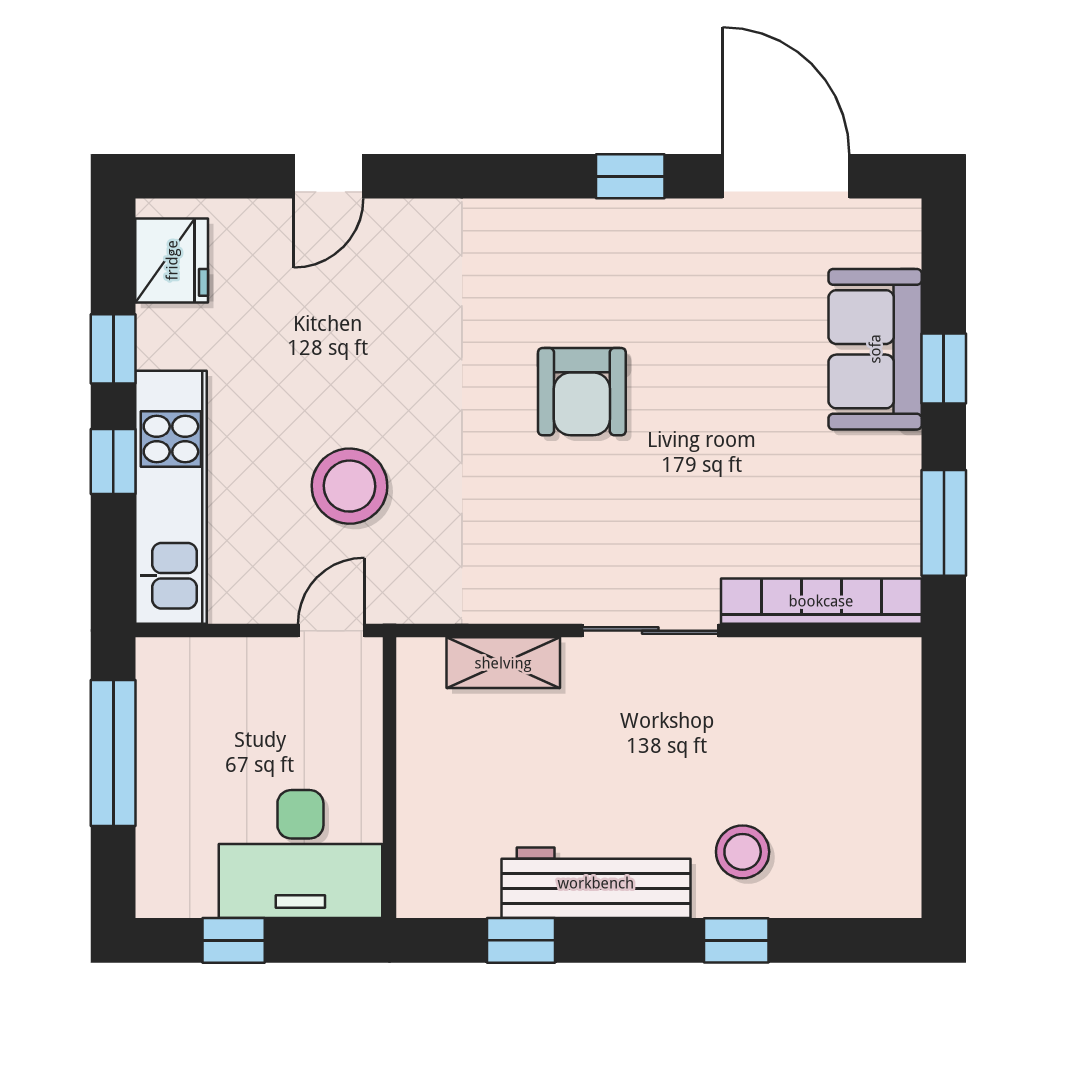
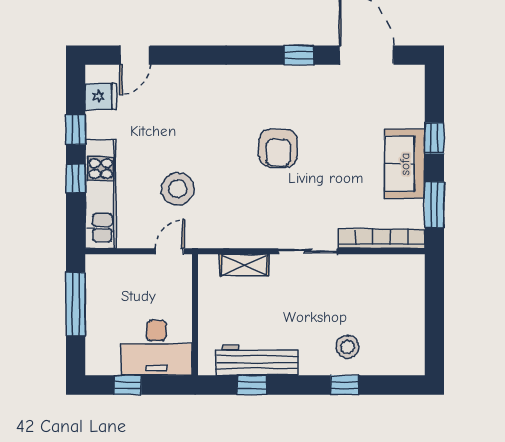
door: (329, 176) -> (135, 55), moved
fridge: (172, 260) -> (101, 97), width x0.72
sofa: (875, 349) -> (405, 164), moved
workbench: (596, 883) -> (257, 360), moved

